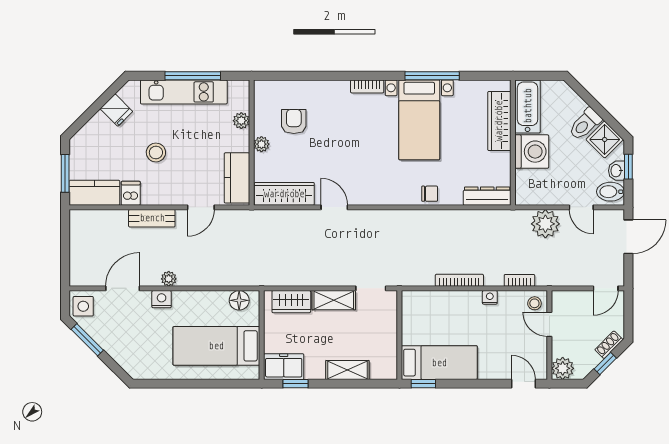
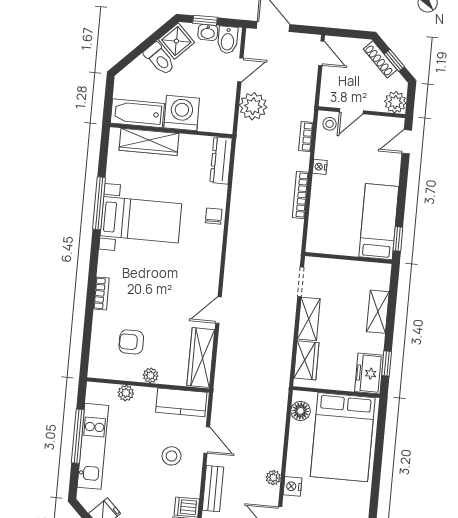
bookcase: (367, 86) -> (101, 294), moved
stool: (156, 152) -> (172, 456), moved
shoe rack: (609, 345) -> (380, 59), width x1.43
bed: (216, 346) -> (343, 437), width x1.50

